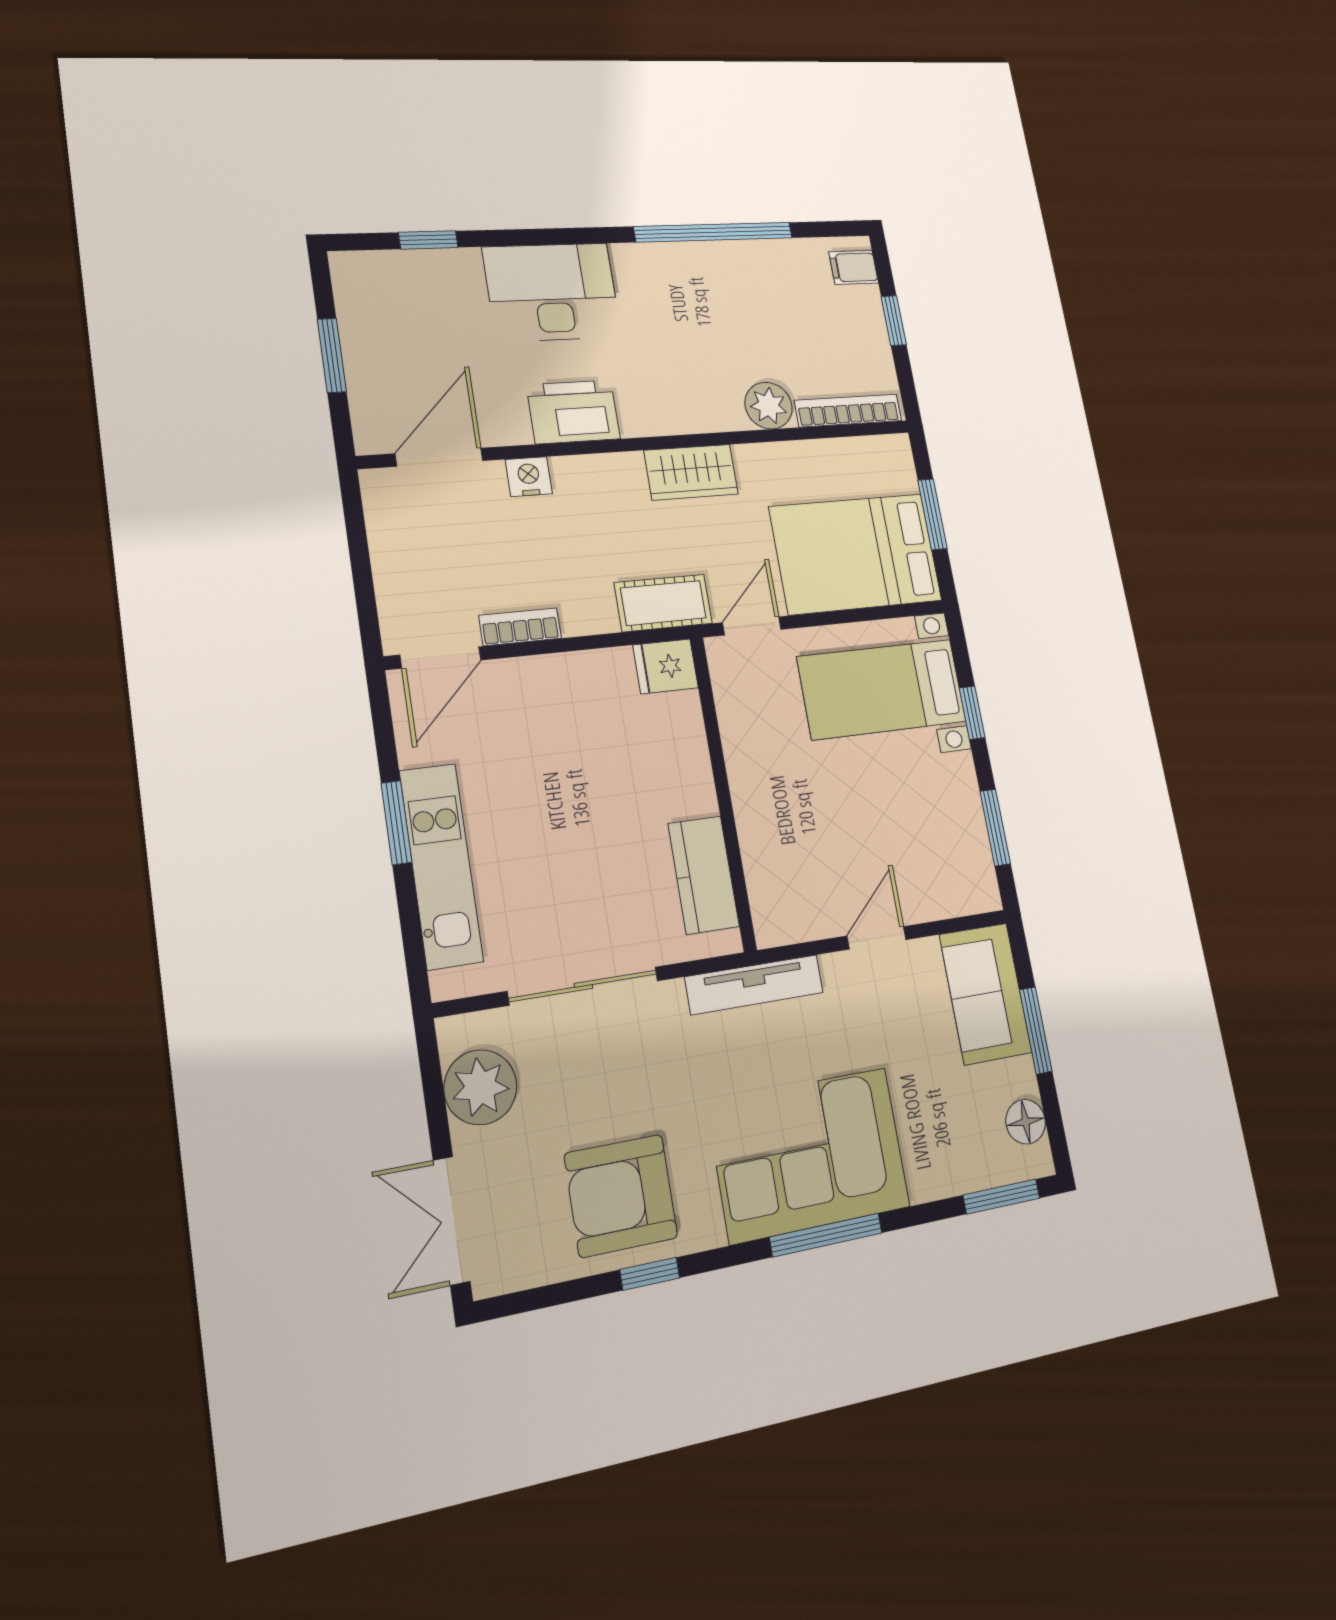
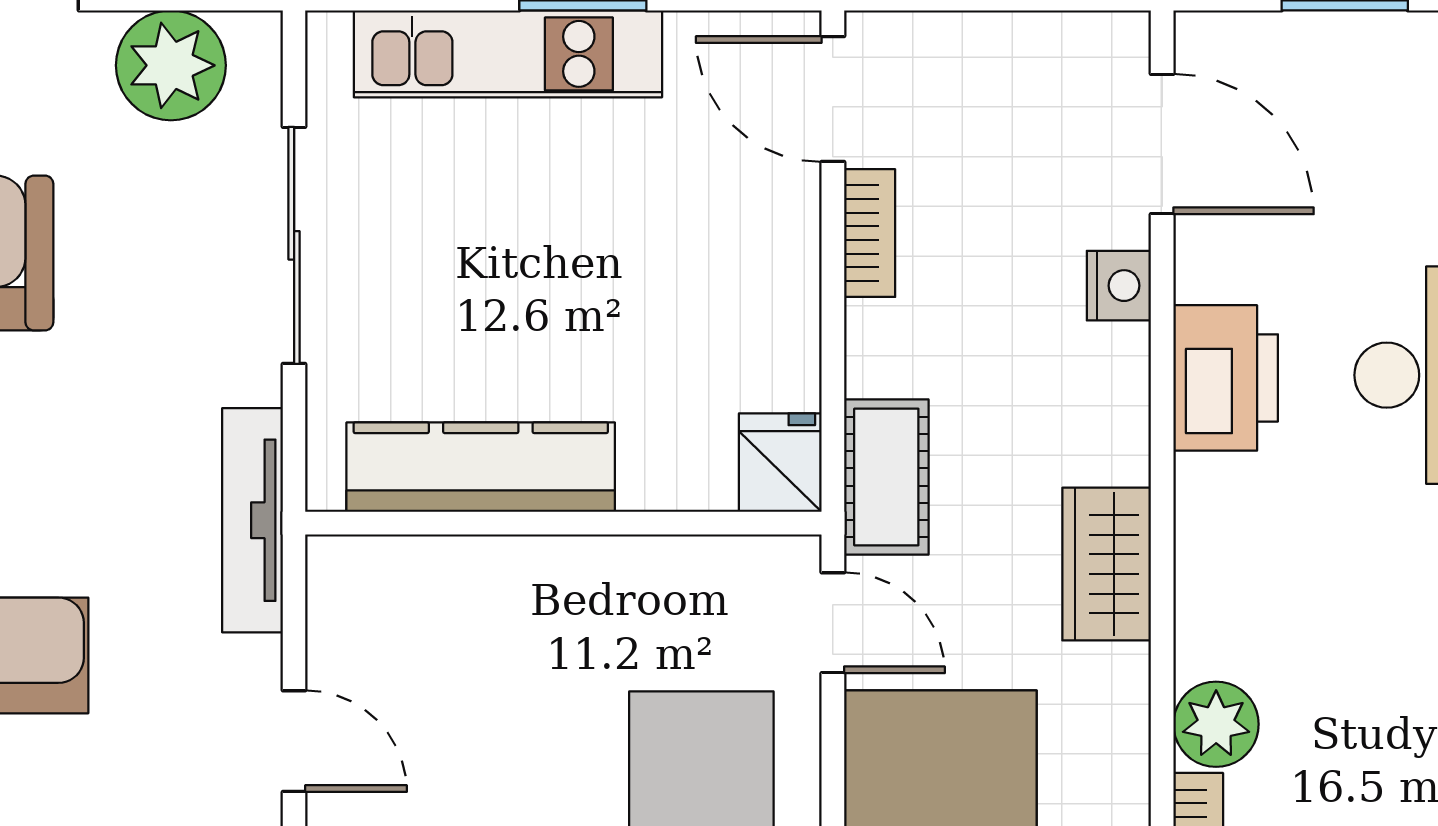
kitchen counter: (704, 875) -> (481, 467), width x1.50

